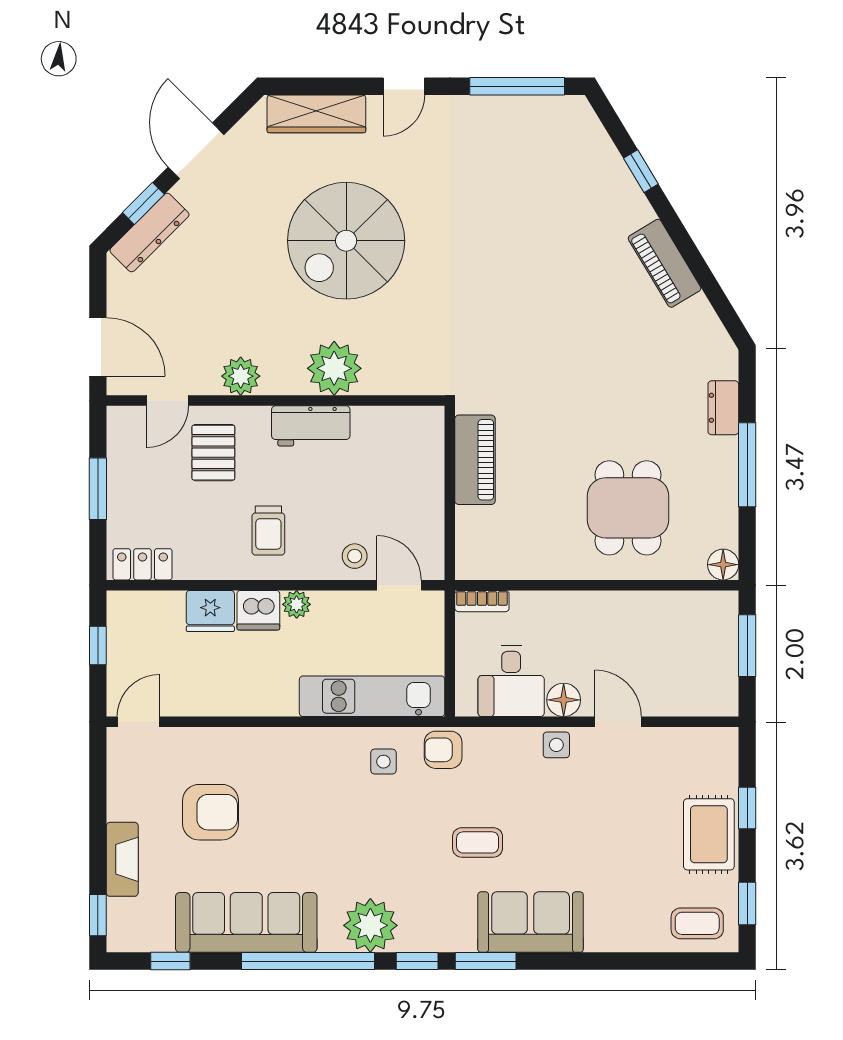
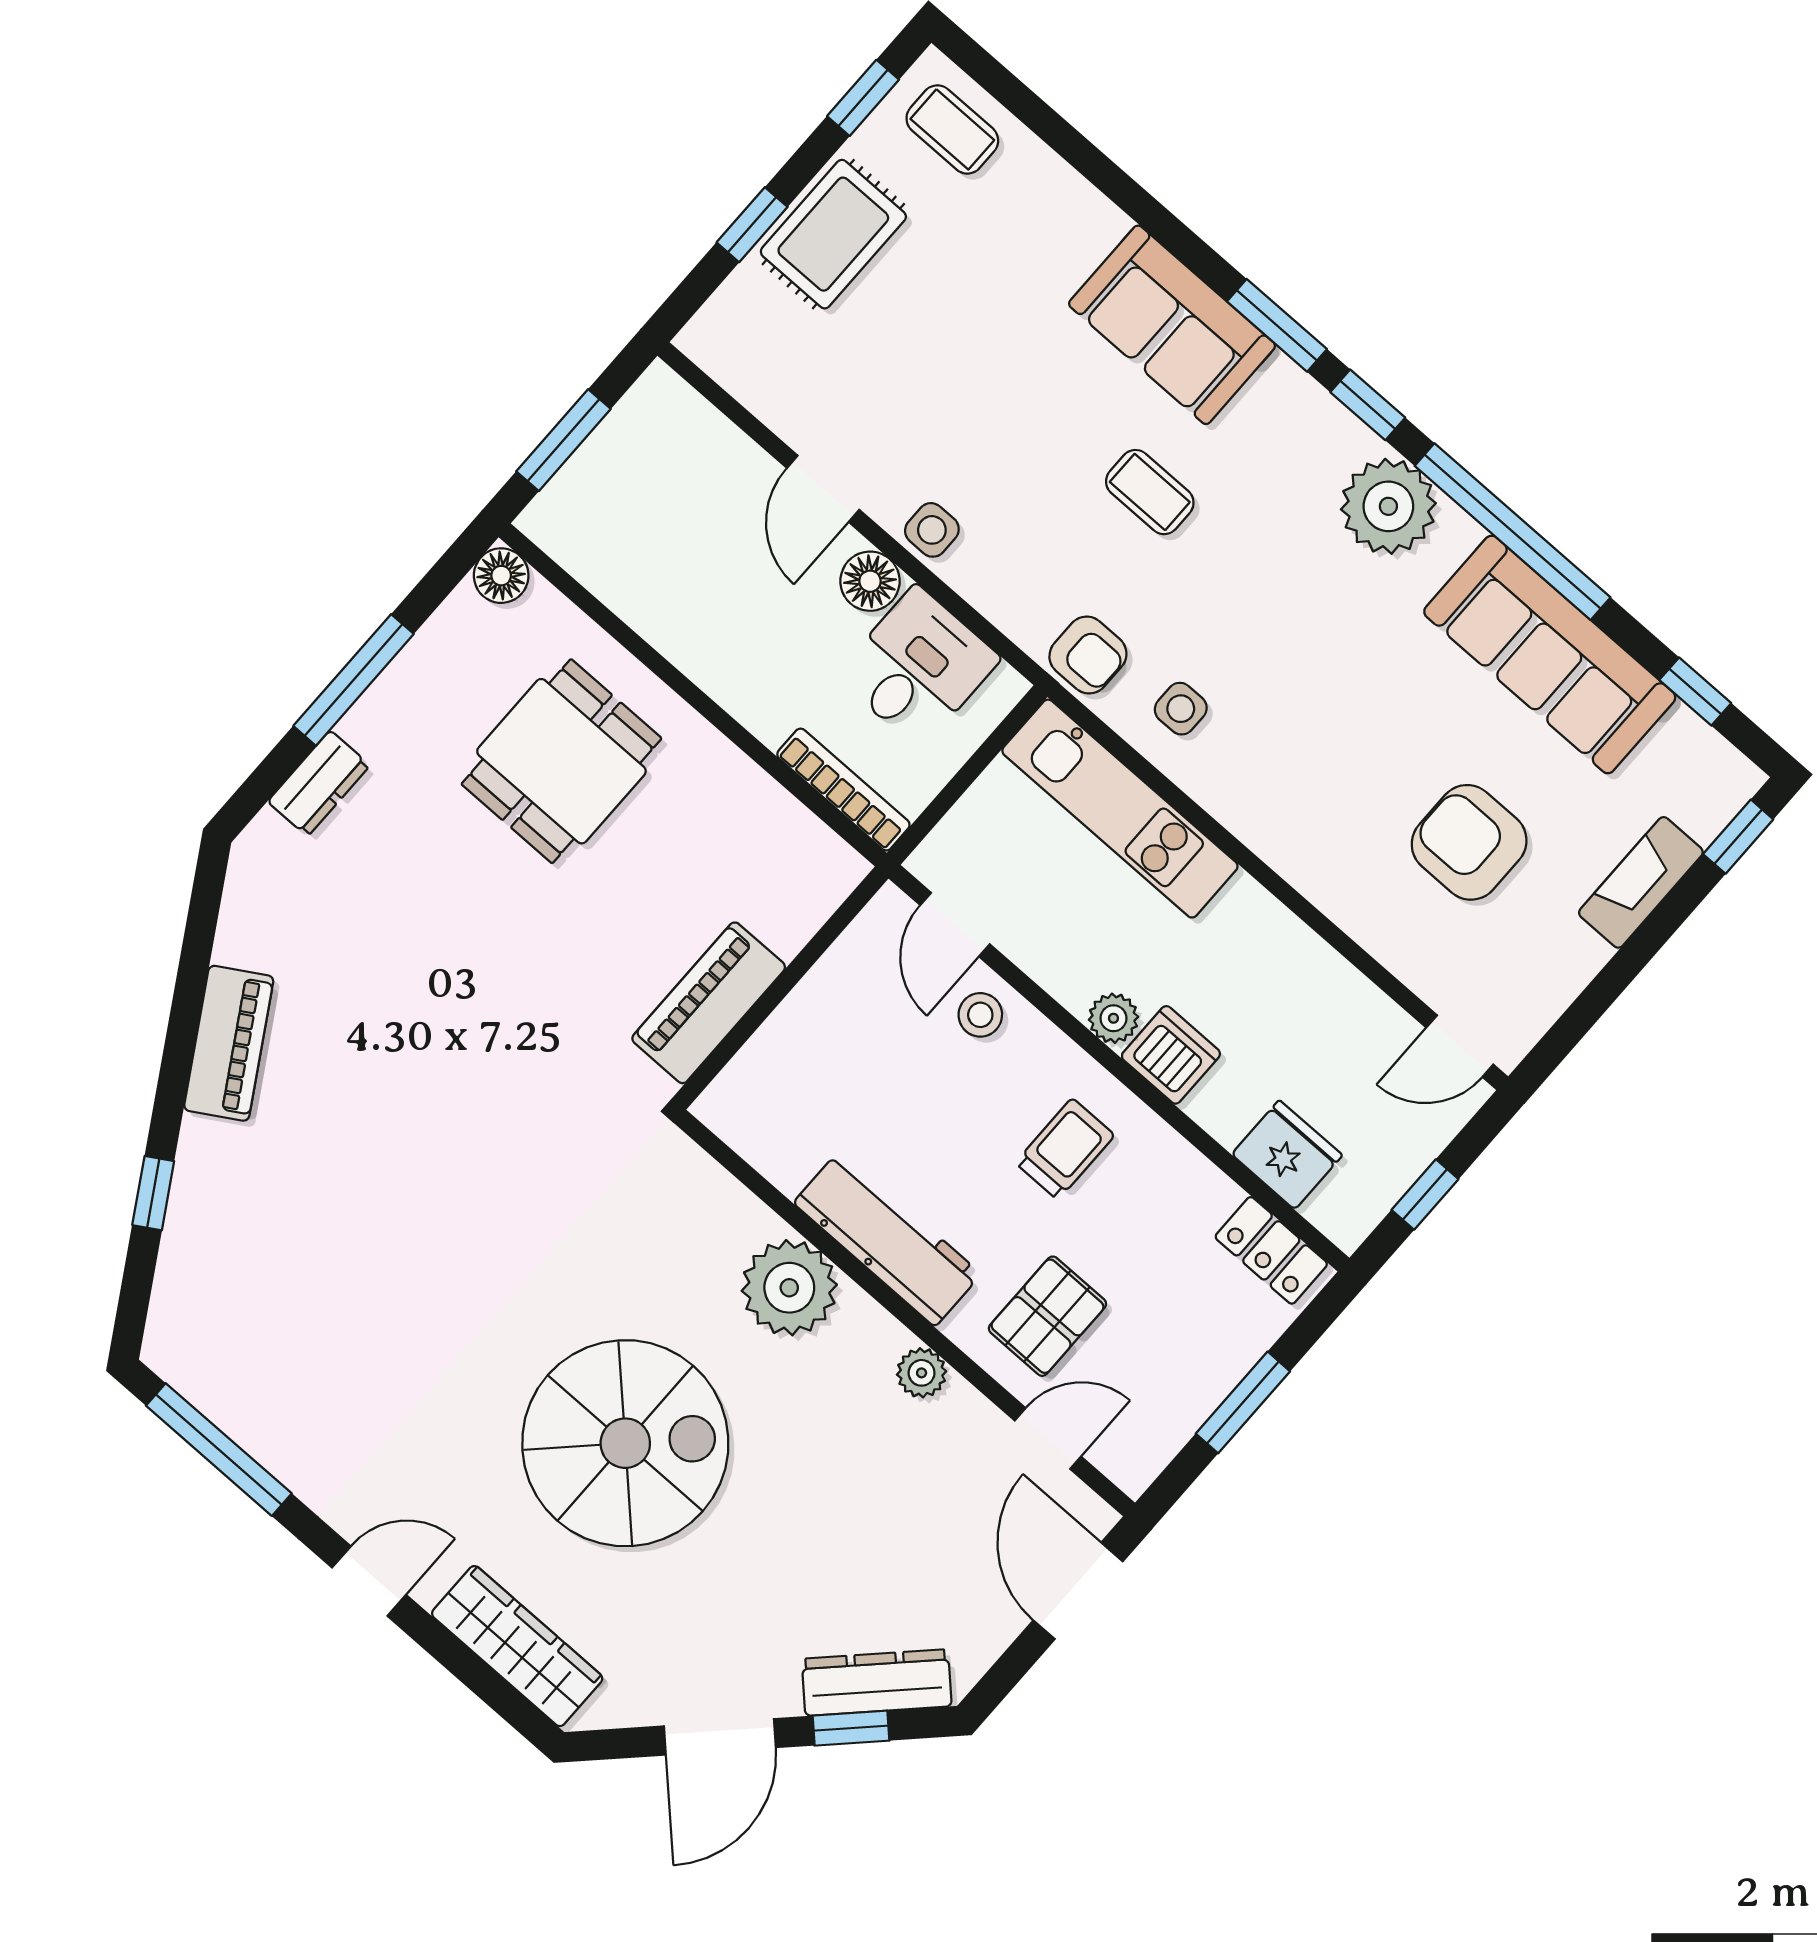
plant: (241, 376) -> (922, 1373), width x0.73, depth x0.73
workbench: (311, 426) -> (887, 1239), width x1.37
bookcase: (482, 601) -> (843, 790), width x1.56
fridge: (210, 611) -> (1287, 1155), moved

